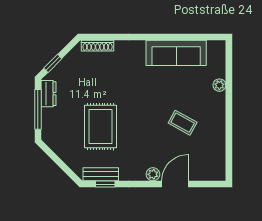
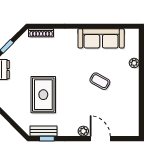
coffee table: (183, 123) -> (100, 81), moved
door: (175, 184) -> (100, 139), hinge flipped

